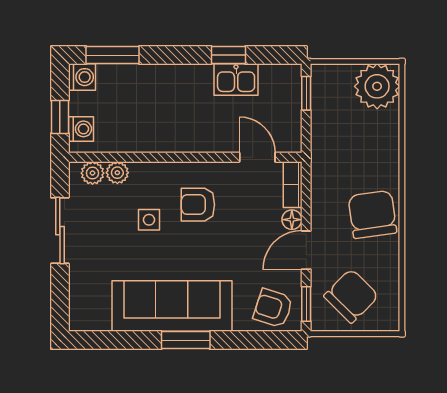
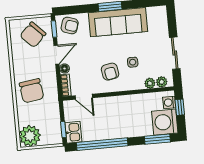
window: (228, 55) -> (102, 144), width x3.17
washing machine: (82, 77) -> (165, 122), width x1.89, depth x1.89
kitchen sink: (236, 79) -> (73, 132), moved, turned 90
armchair: (198, 205) -> (110, 72), turned 80
chair: (372, 214) -> (32, 91), moved

